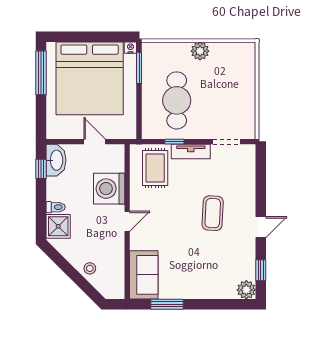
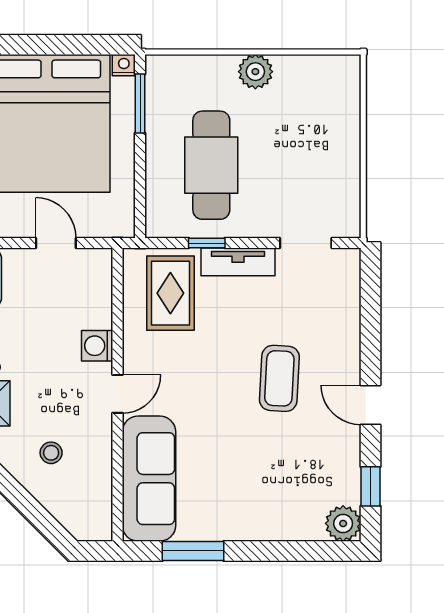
washing machine: (109, 189) -> (97, 346), width x0.53, depth x0.53
door: (261, 227) -> (371, 405), swing flipped
stool: (90, 268) -> (51, 453), moved
sofa: (144, 275) -> (149, 479), width x1.36

